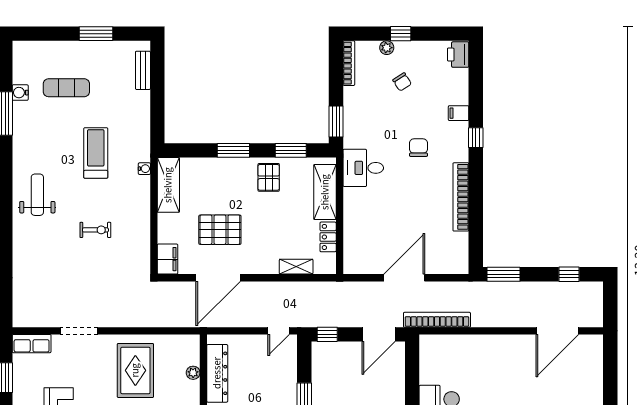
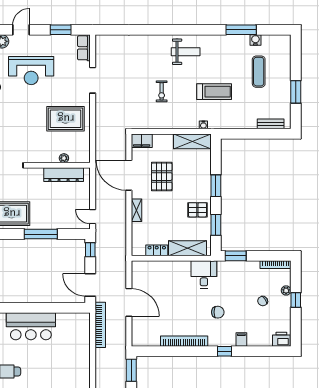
shelving: (296, 267) -> (136, 210), moved

